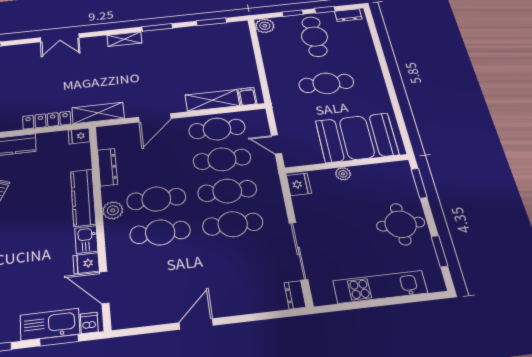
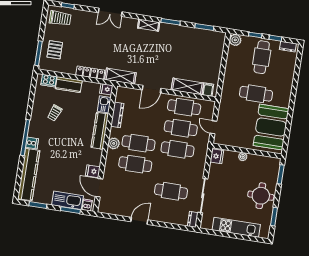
booth: (357, 138) -> (271, 127), moved, turned 90
cafe table: (233, 224) -> (171, 191), moved
kitchen sink: (86, 240) -> (104, 104), moved

